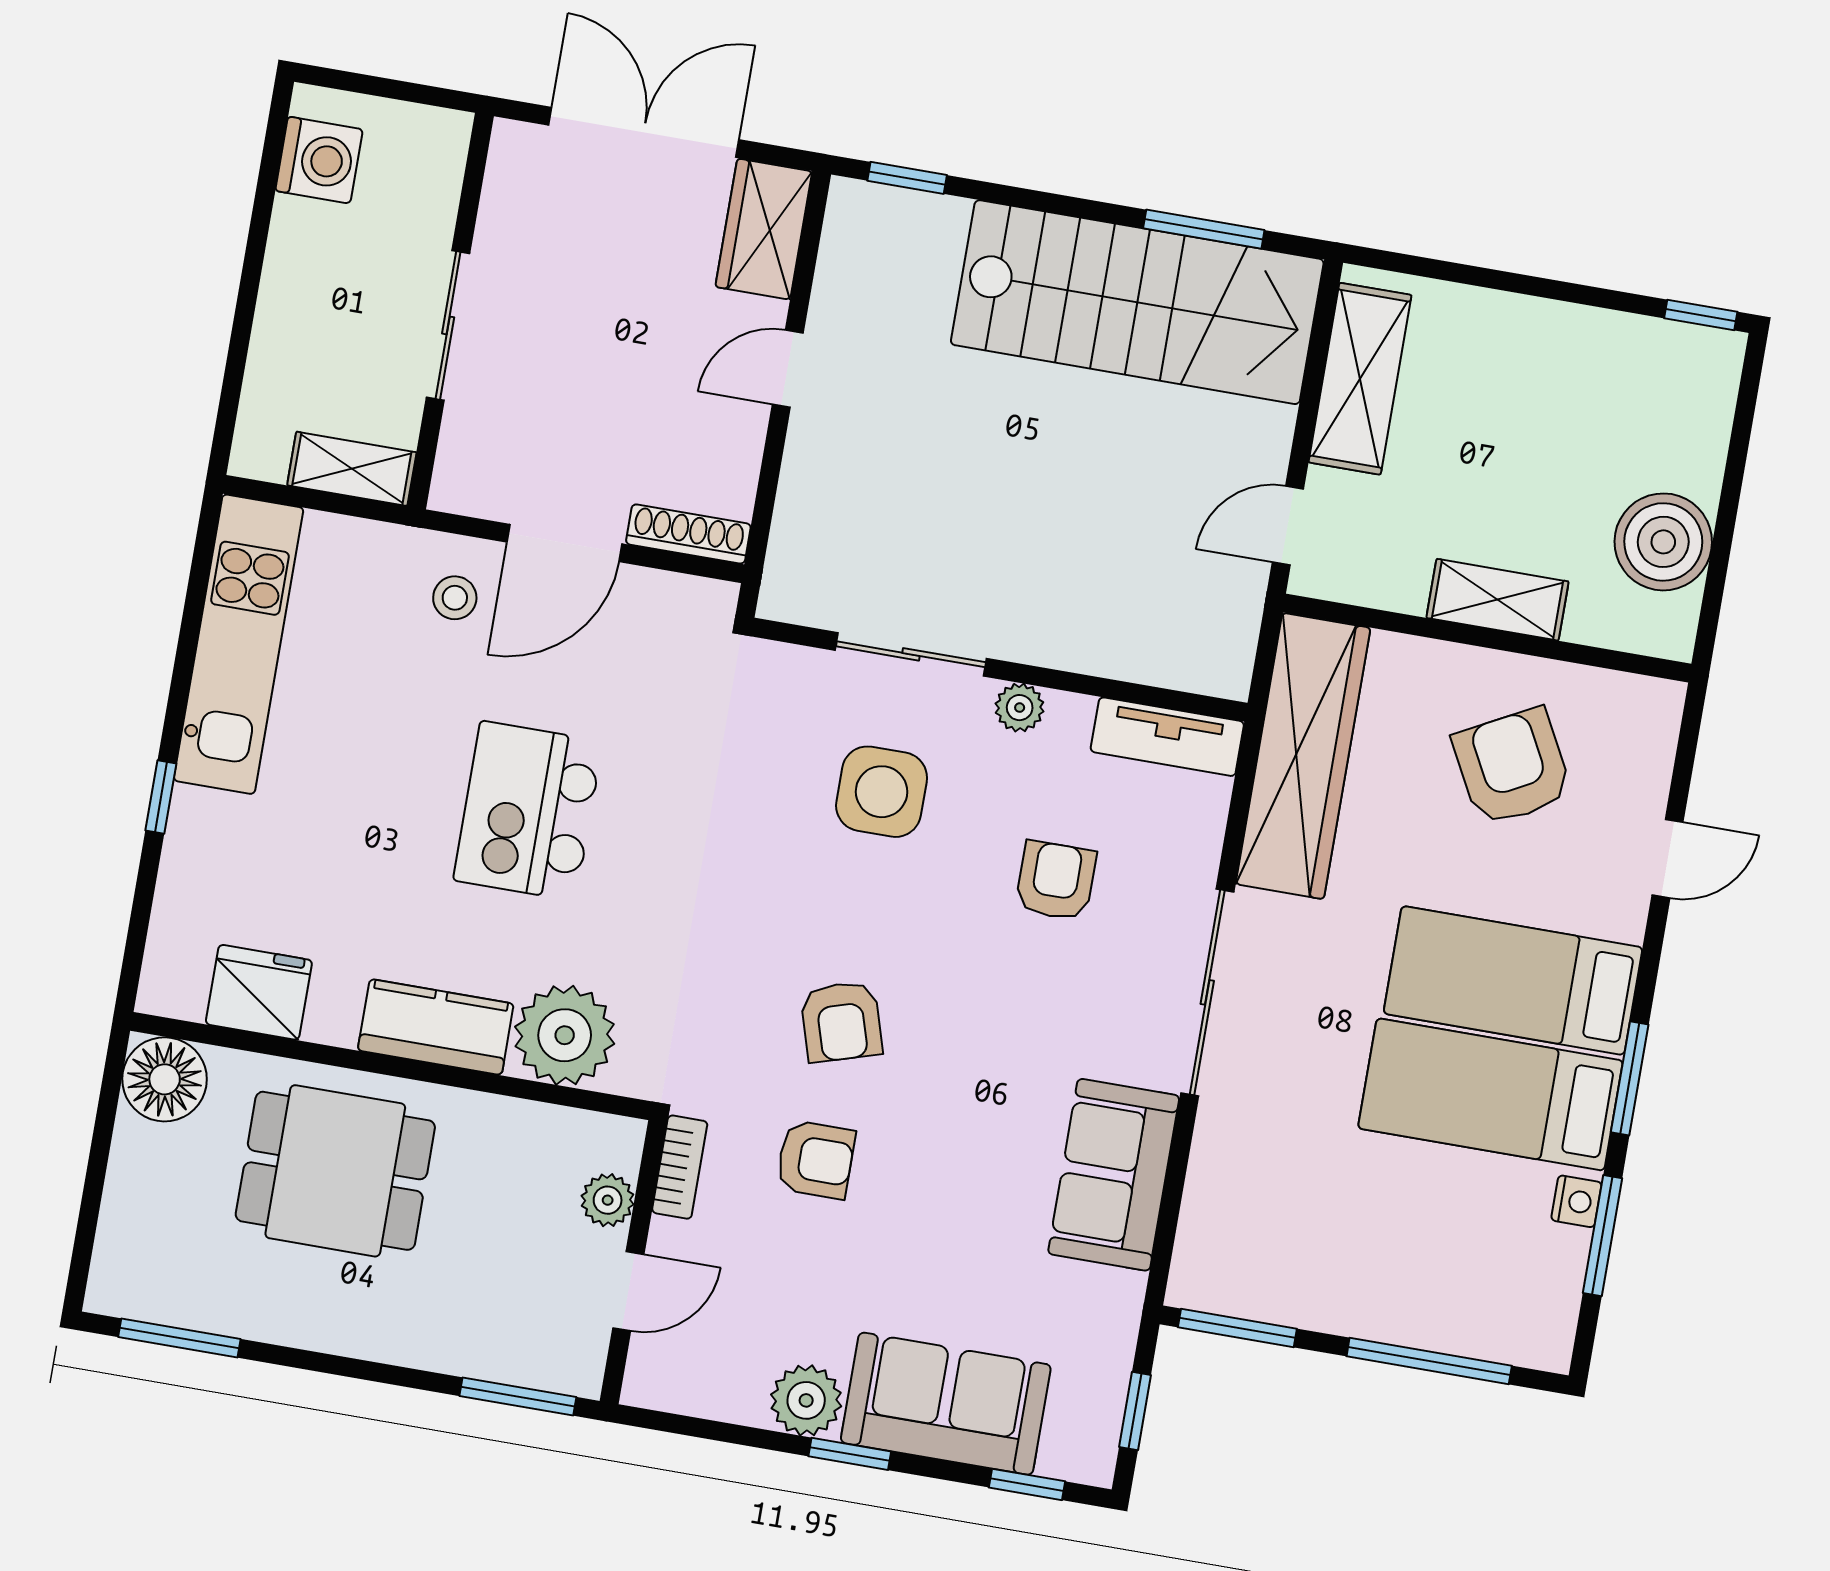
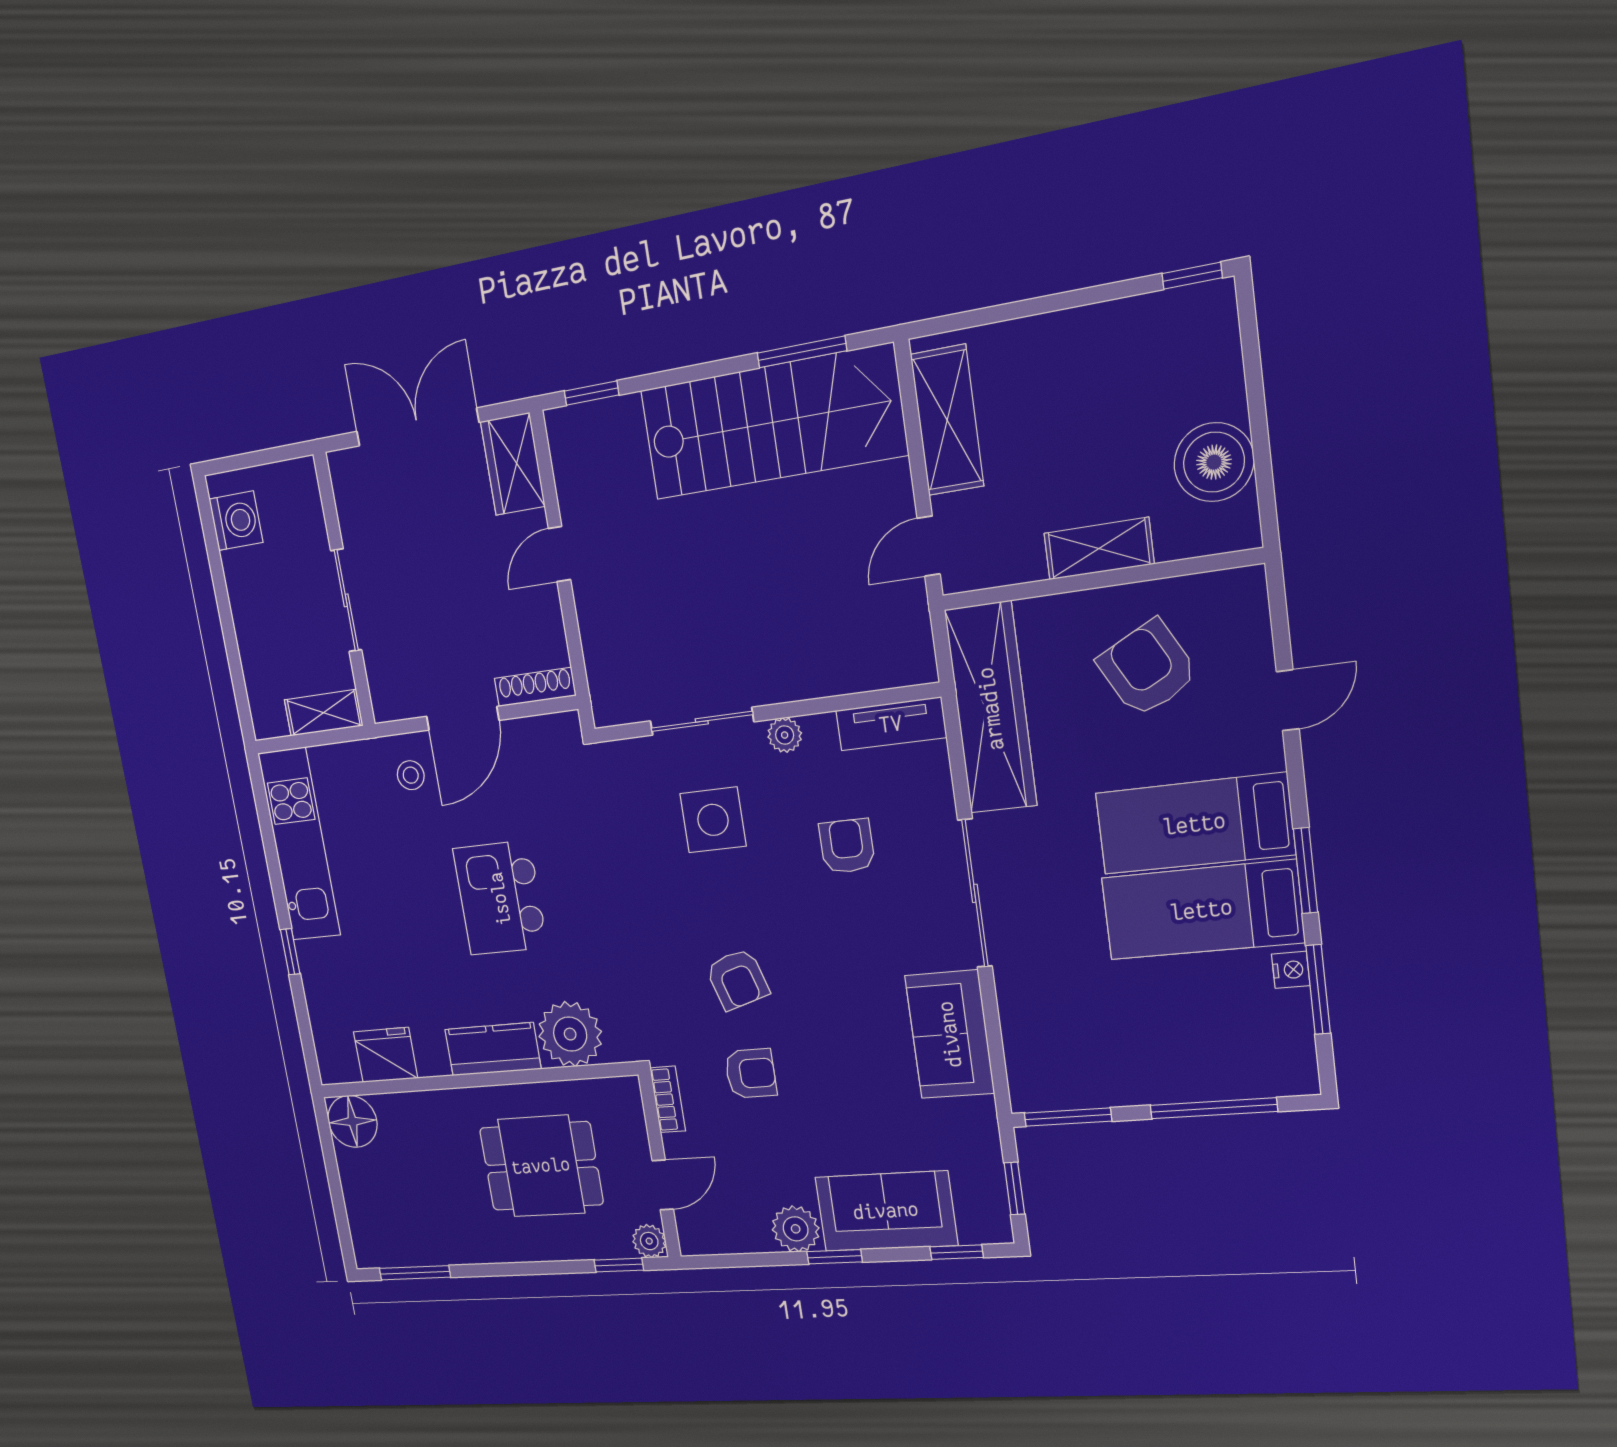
dining table: (335, 1171) -> (541, 1166), moved
plant: (608, 1200) -> (649, 1241), moved
window: (518, 1397) -> (619, 1265), width x0.67

